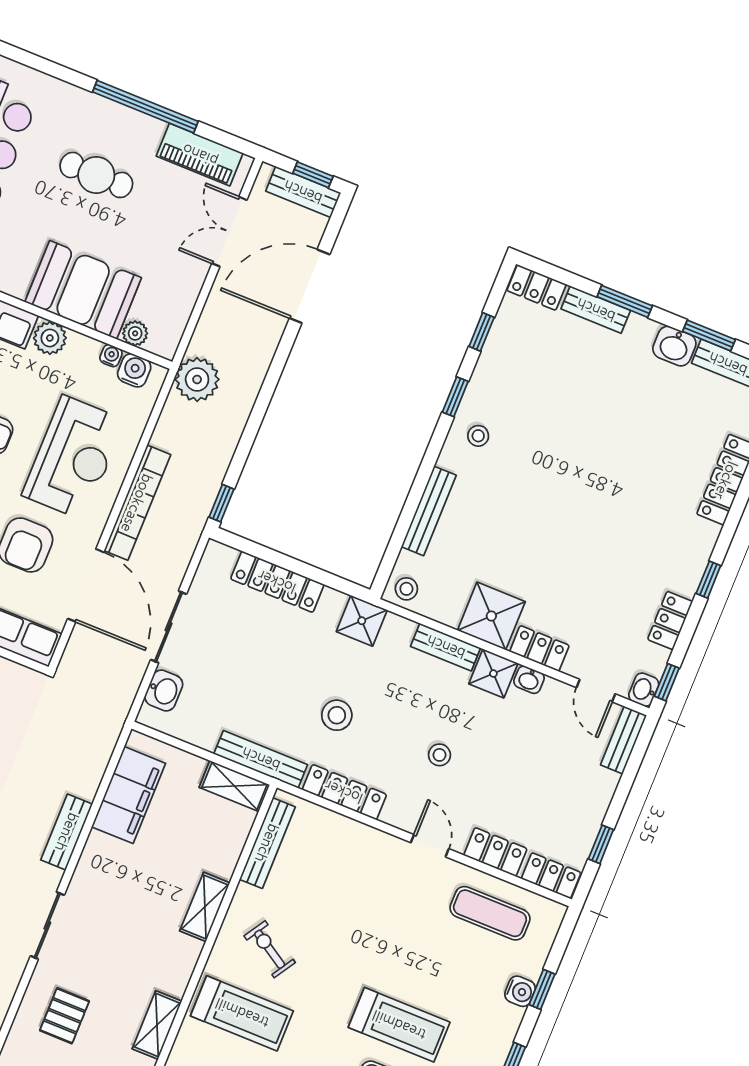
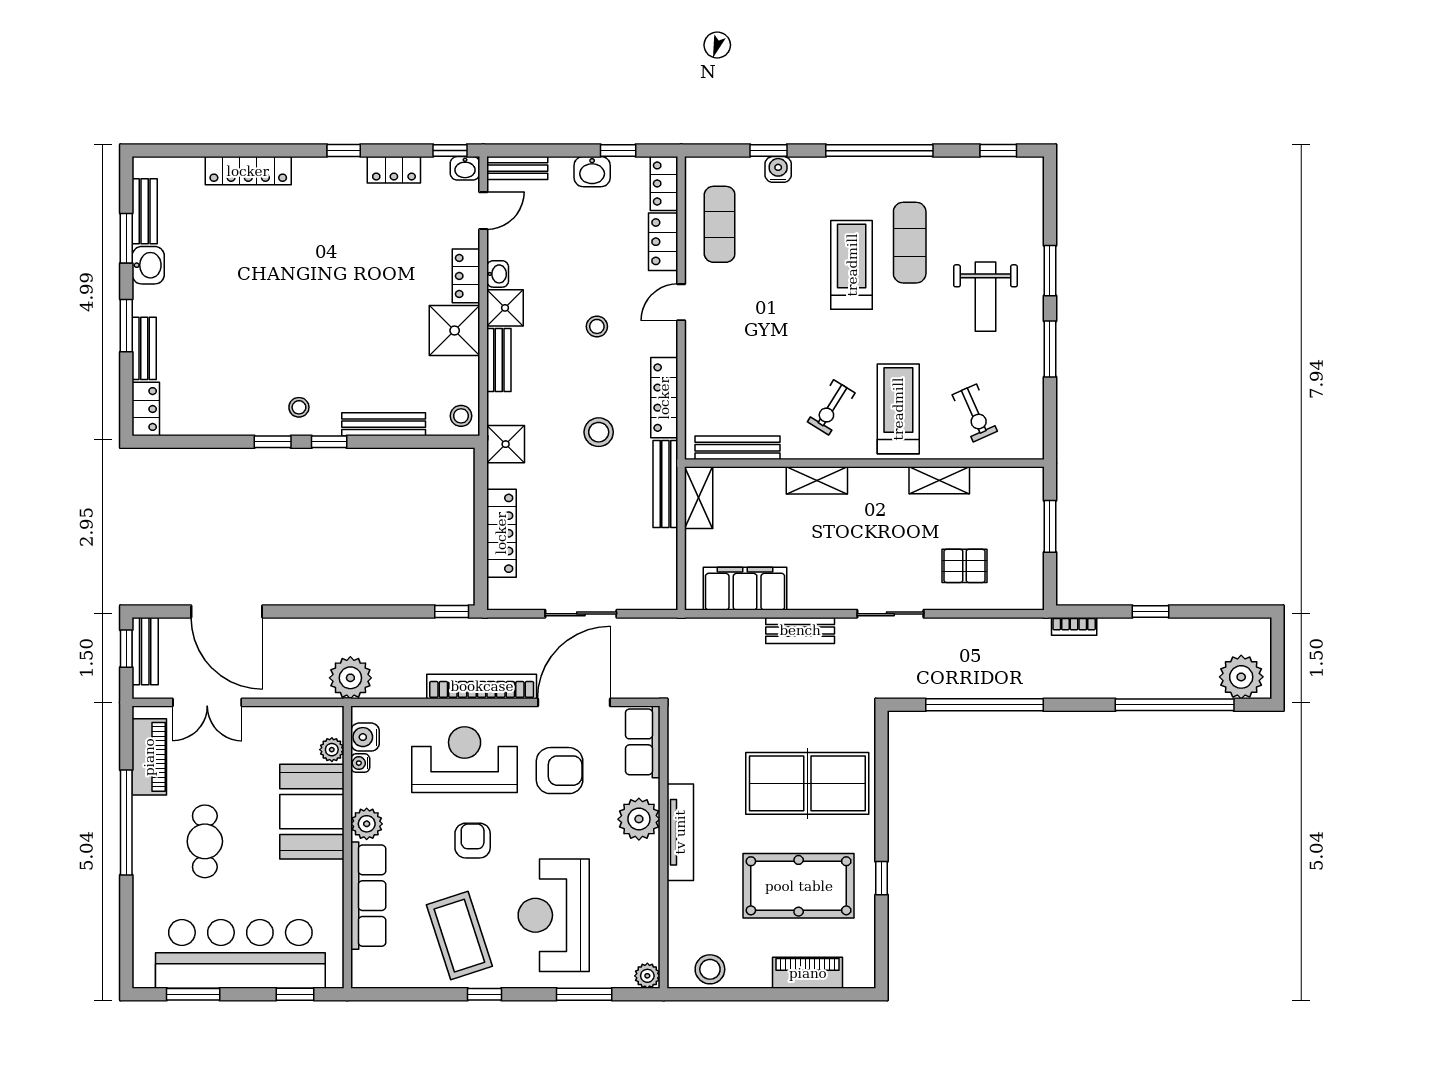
window: (482, 332) -> (329, 442), moved
washbasin: (164, 691) -> (592, 172), moved, turned 180

